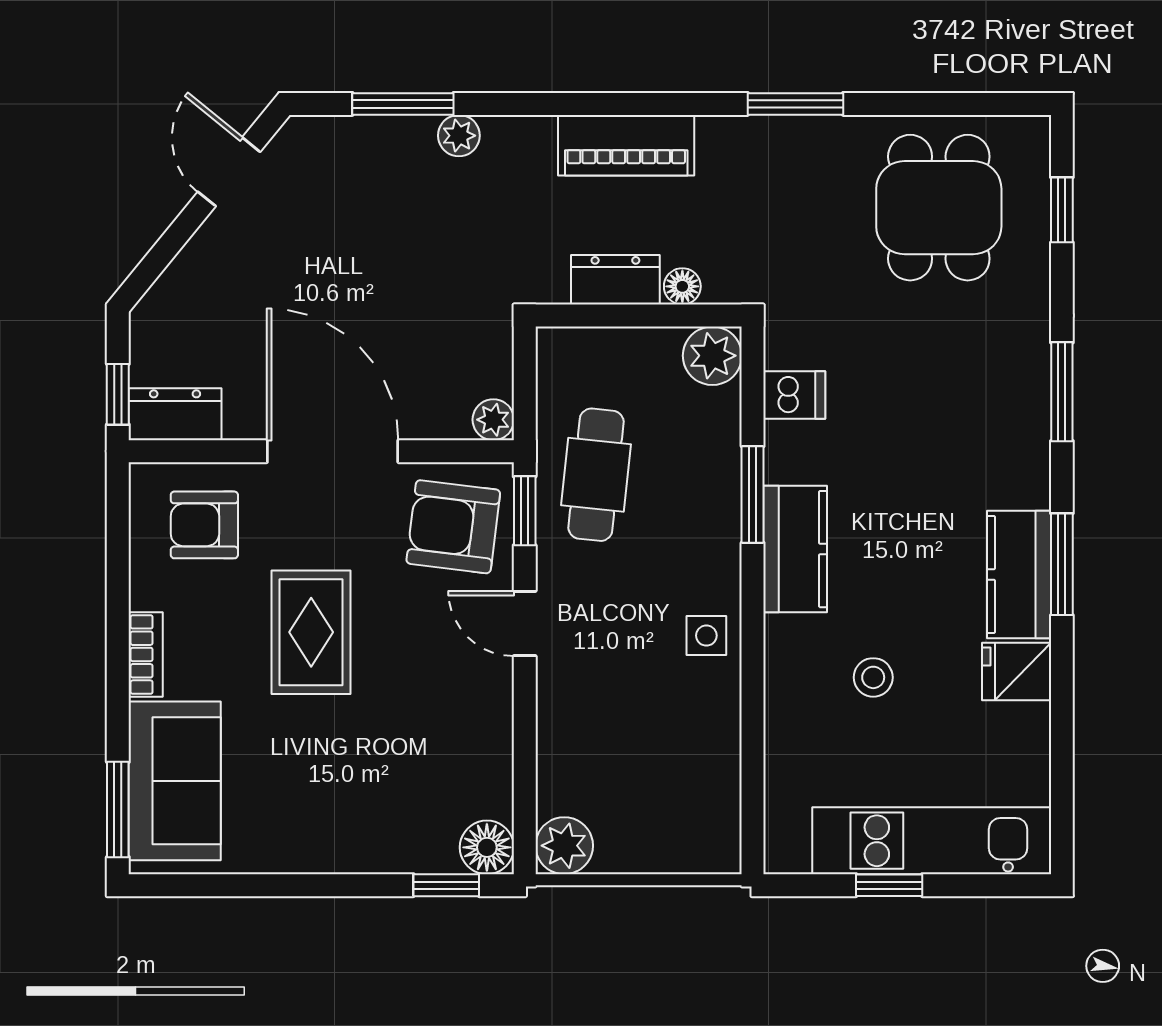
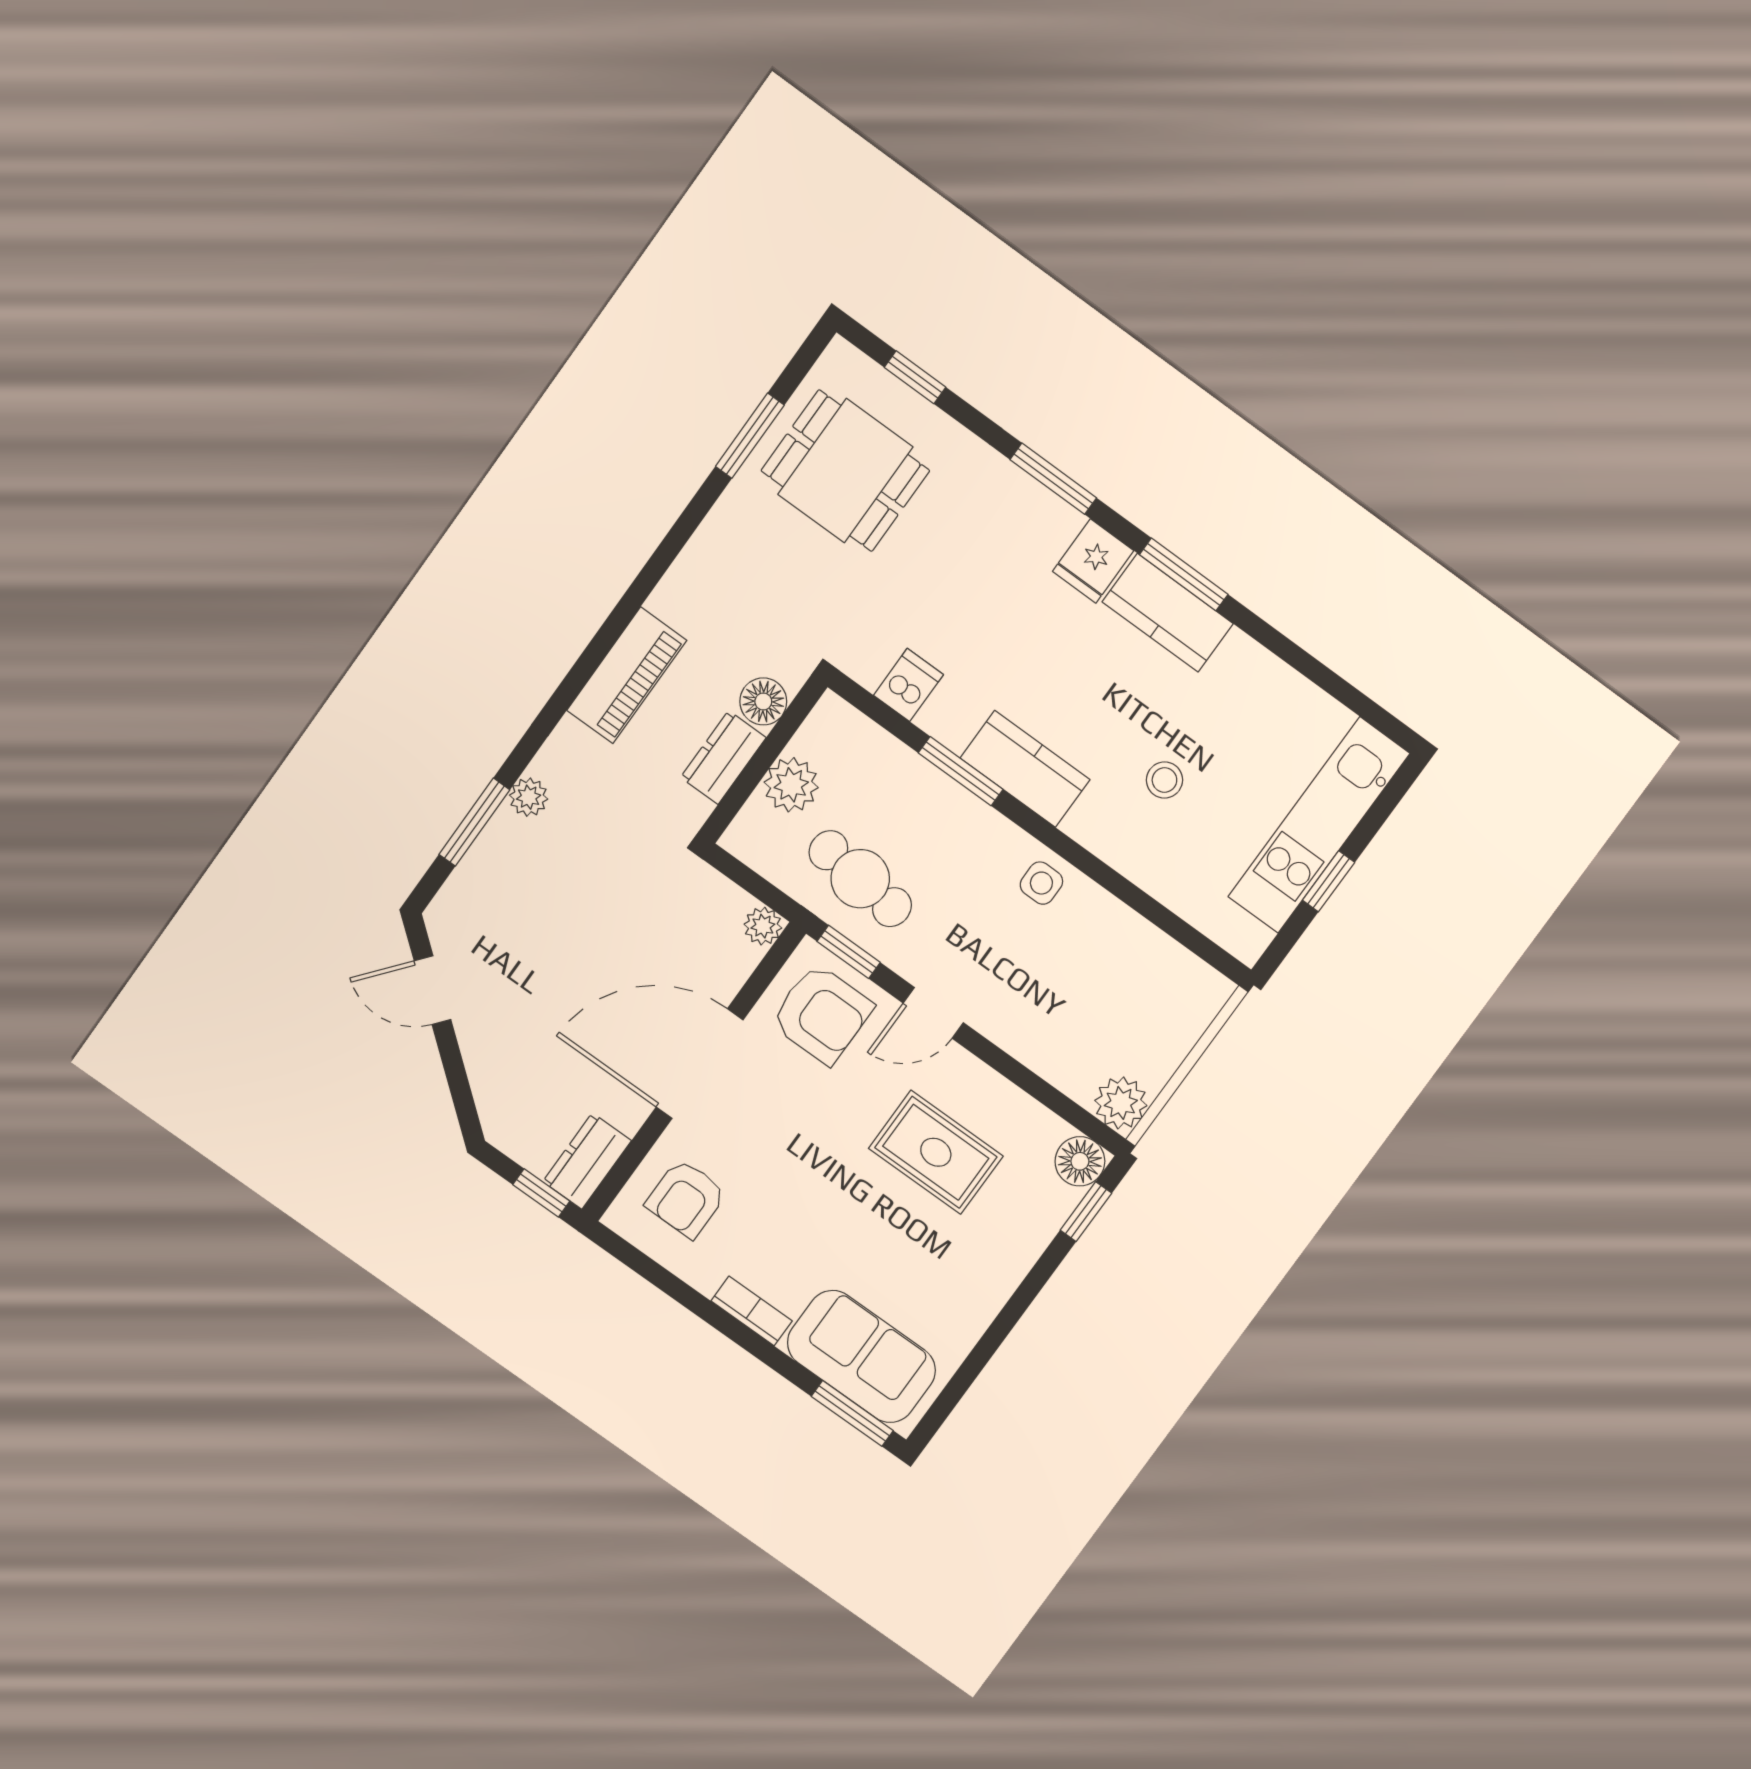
window: (795, 104) -> (750, 436), moved
floor lamp: (682, 286) -> (763, 701), width x1.37, depth x1.37
plant: (712, 356) -> (791, 785), moved
armchair: (453, 527) -> (822, 1014), turned -97
rug: (311, 632) -> (936, 1152), moved
fridge: (1017, 672) -> (1093, 561), moved

